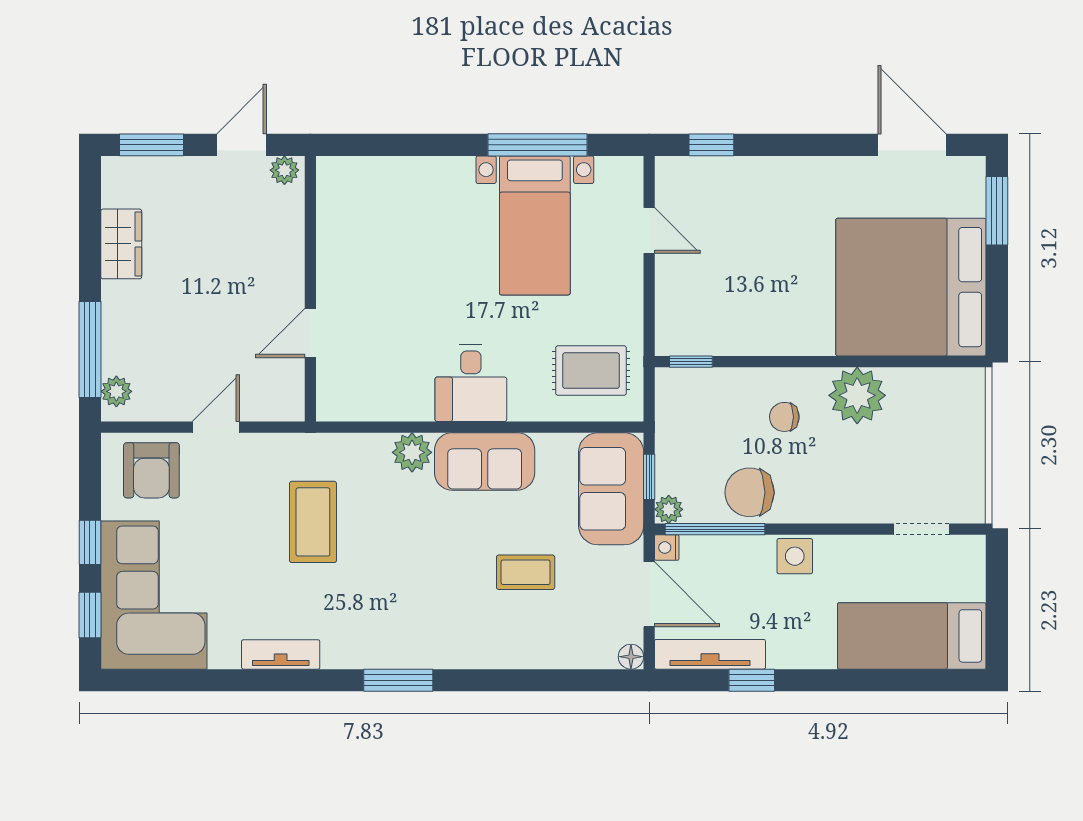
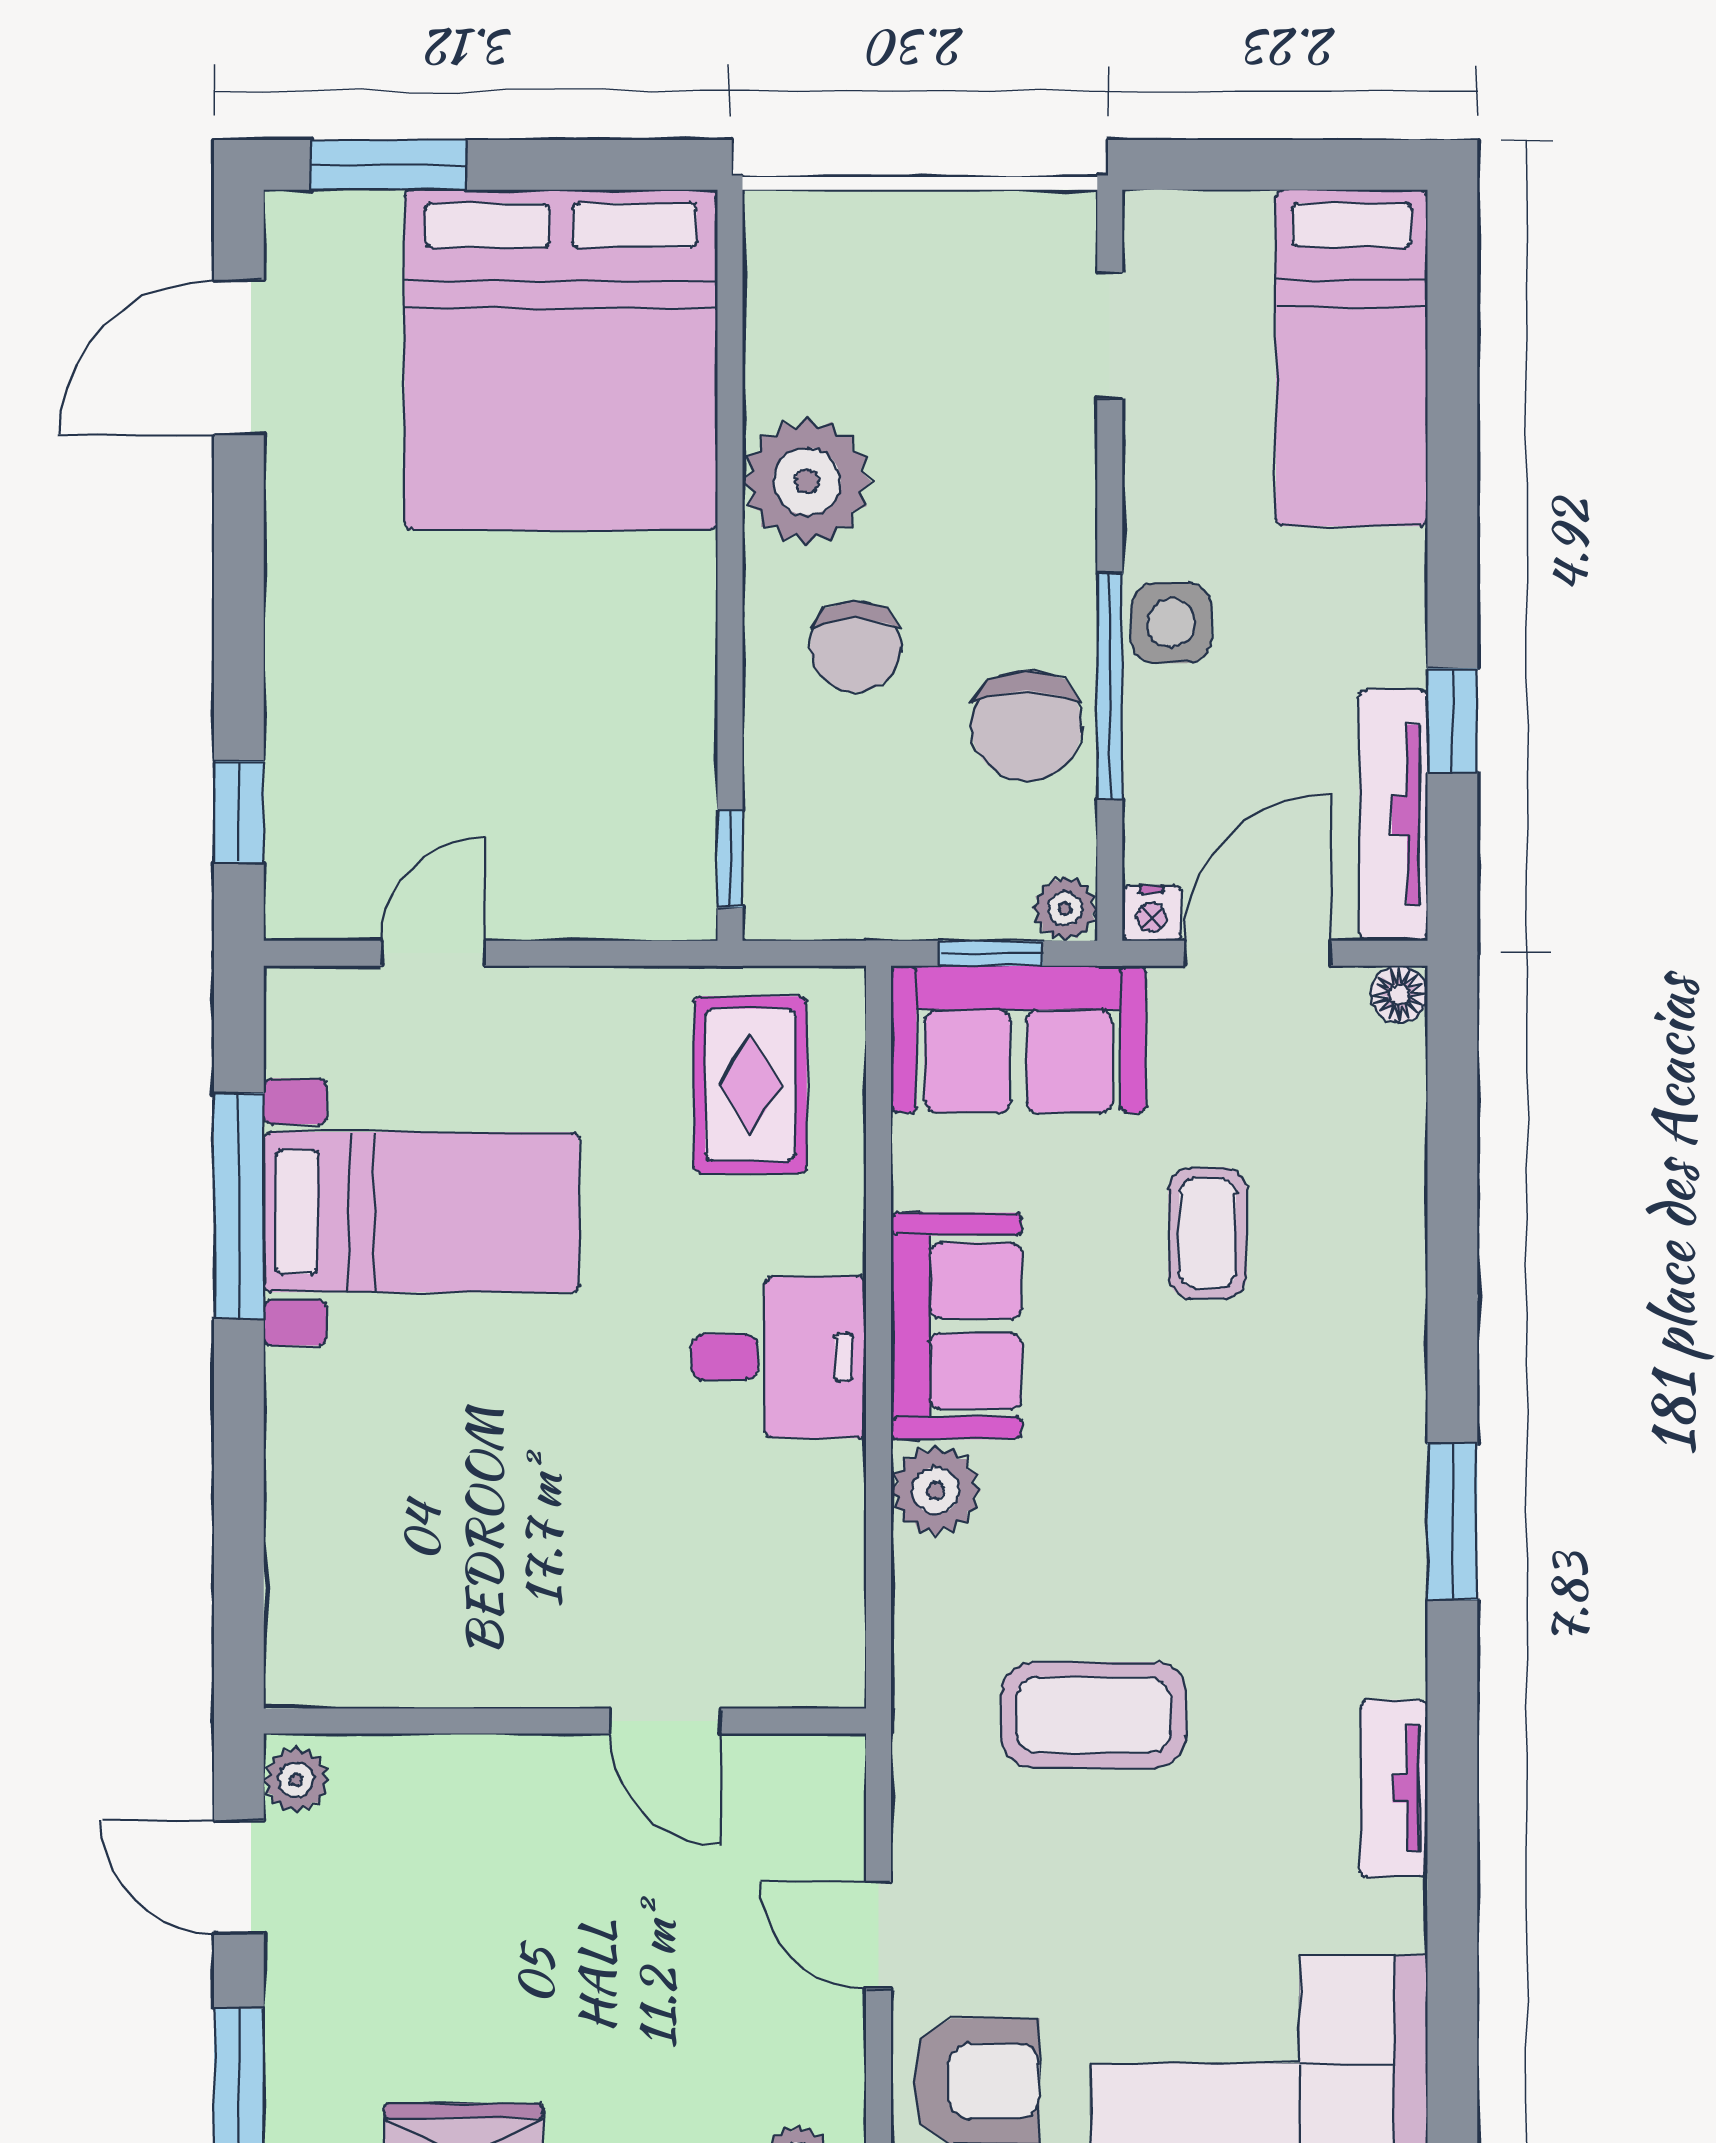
chair: (784, 417) -> (856, 647), width x1.37, depth x1.37
window: (715, 529) -> (1110, 686), moved

